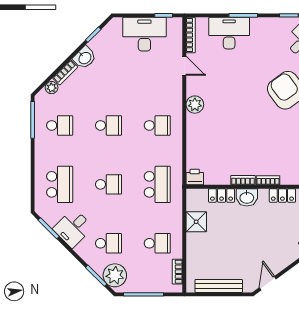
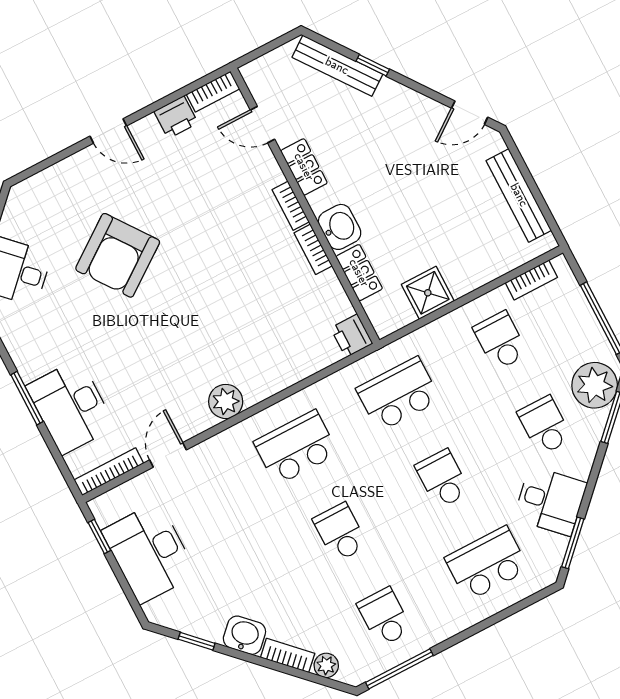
school desk: (157, 125) -> (296, 448), width x1.85

